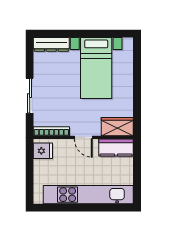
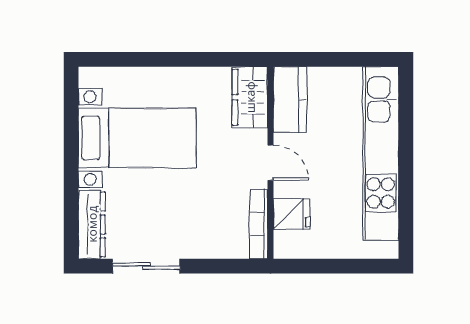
sliding door: (30, 96) -> (146, 266), moved
door: (83, 137) -> (270, 163), hinge flipped
fridge: (43, 151) -> (292, 214), moved, turned 90

